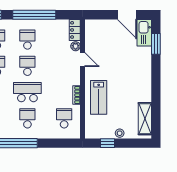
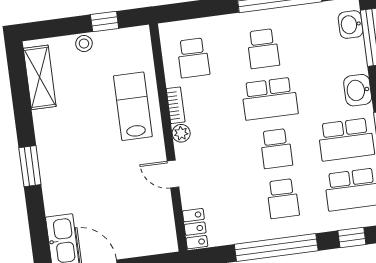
window: (156, 44) -> (30, 166), moved
plant: (76, 46) -> (181, 133), moved

